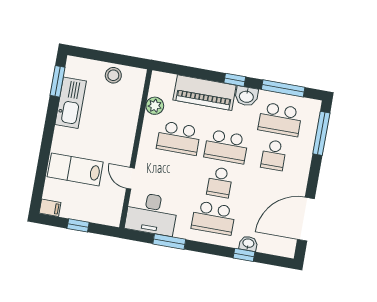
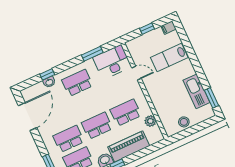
school desk: (274, 155) -> (69, 139), width x1.85
lab bench: (75, 169) -> (169, 57), turned 180
school desk: (220, 182) -> (87, 104), removed

